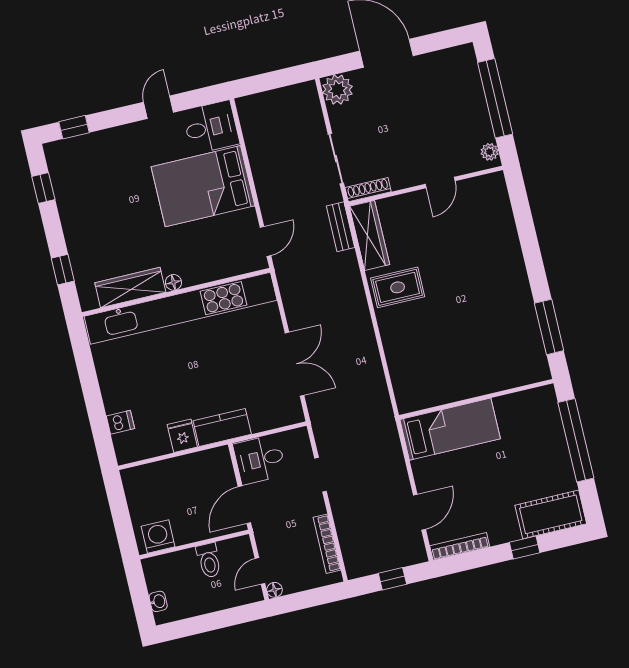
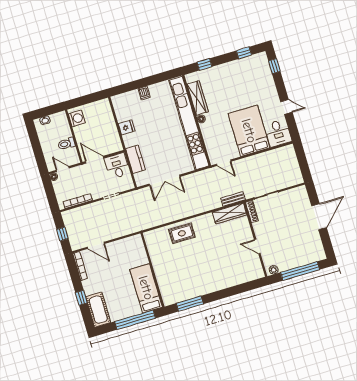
plant: (338, 90) -> (300, 194), removed
rug: (398, 287) -> (182, 233), moved, turned 90
dishwasher: (120, 422) -> (144, 93), moved
kitchen counter: (222, 427) -> (135, 159), moved
bed: (450, 429) -> (146, 288), moved, turned 180

